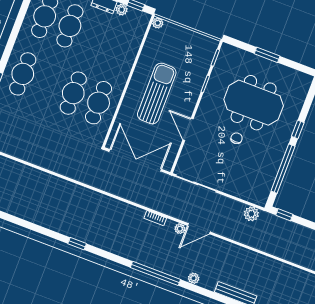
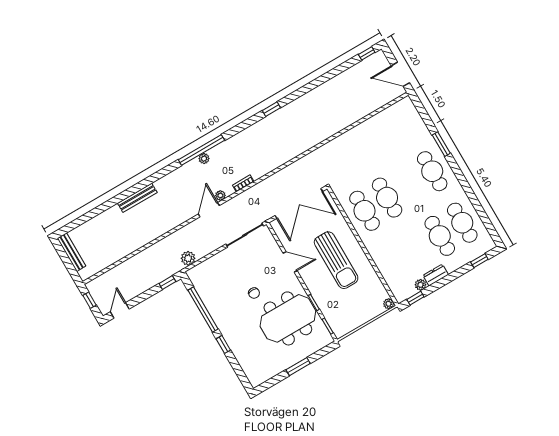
meeting table: (254, 103) -> (288, 318), moved
plant: (194, 278) -> (204, 159), moved

